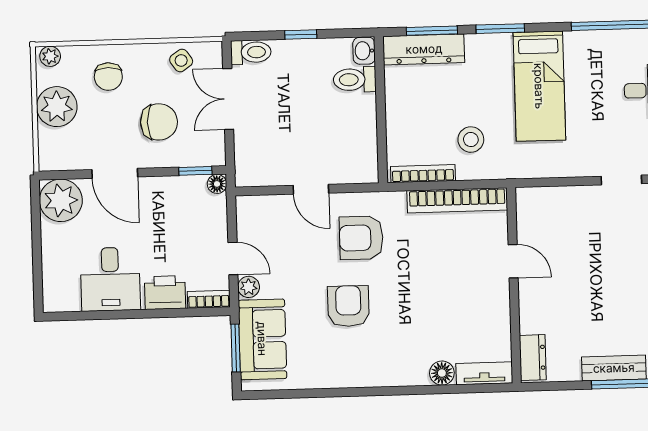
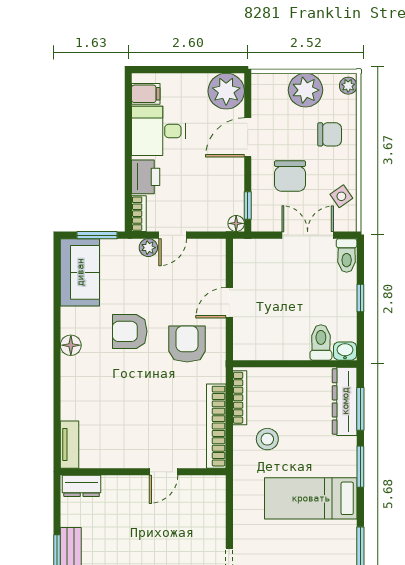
chair: (108, 77) -> (330, 134), turned 180
filing cabinet: (67, 295) -> (146, 94), added
armchair: (348, 306) -> (130, 331), turned 180
sofa: (262, 339) -> (80, 272), moved, turned -90
floor lamp: (442, 373) -> (71, 345), moved

